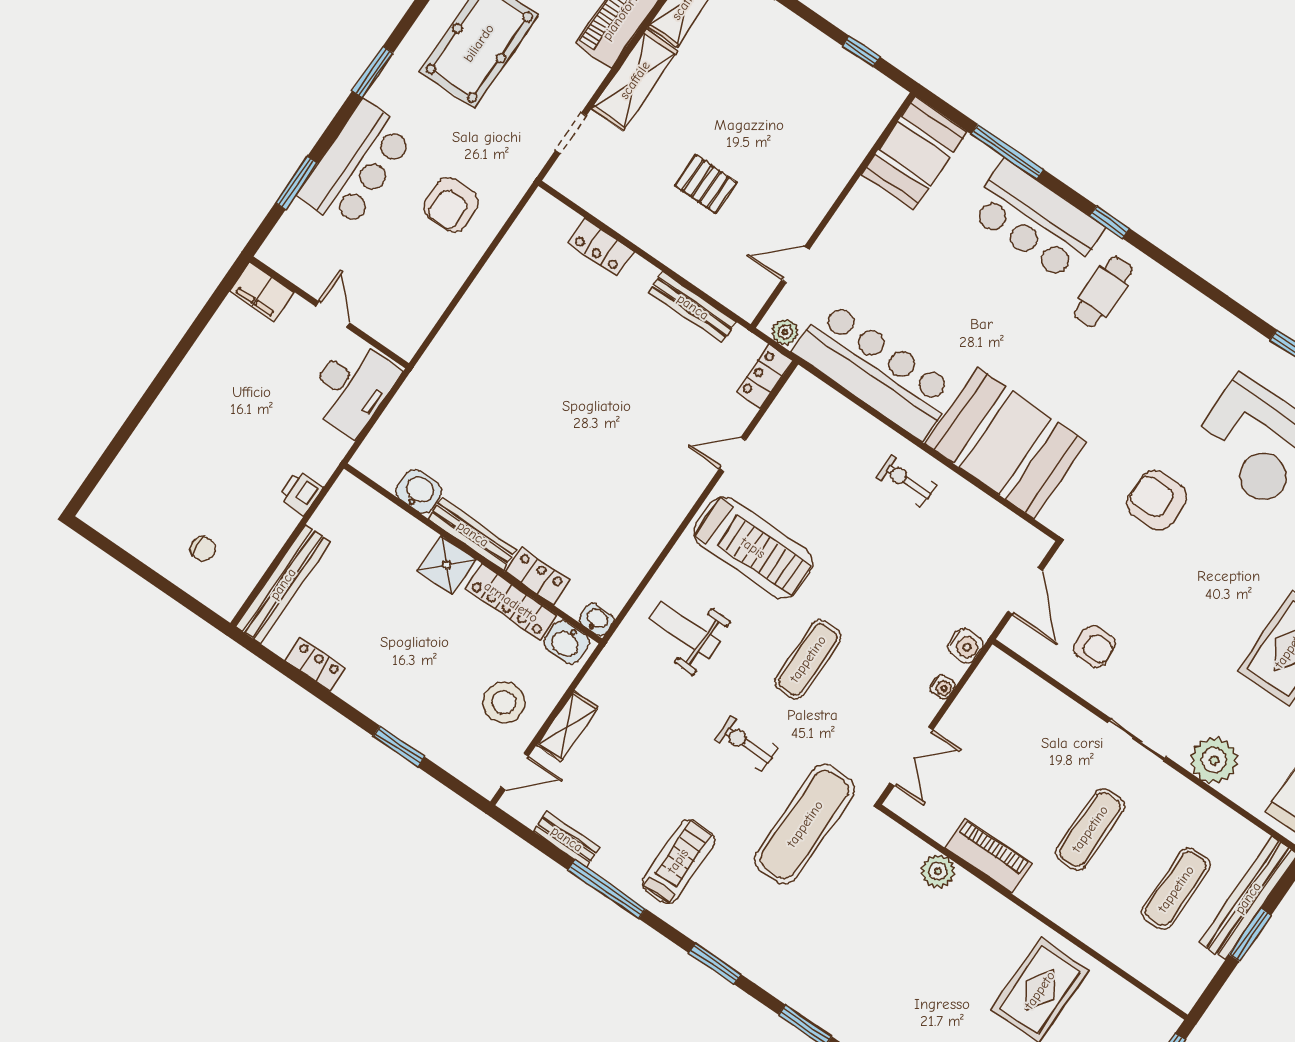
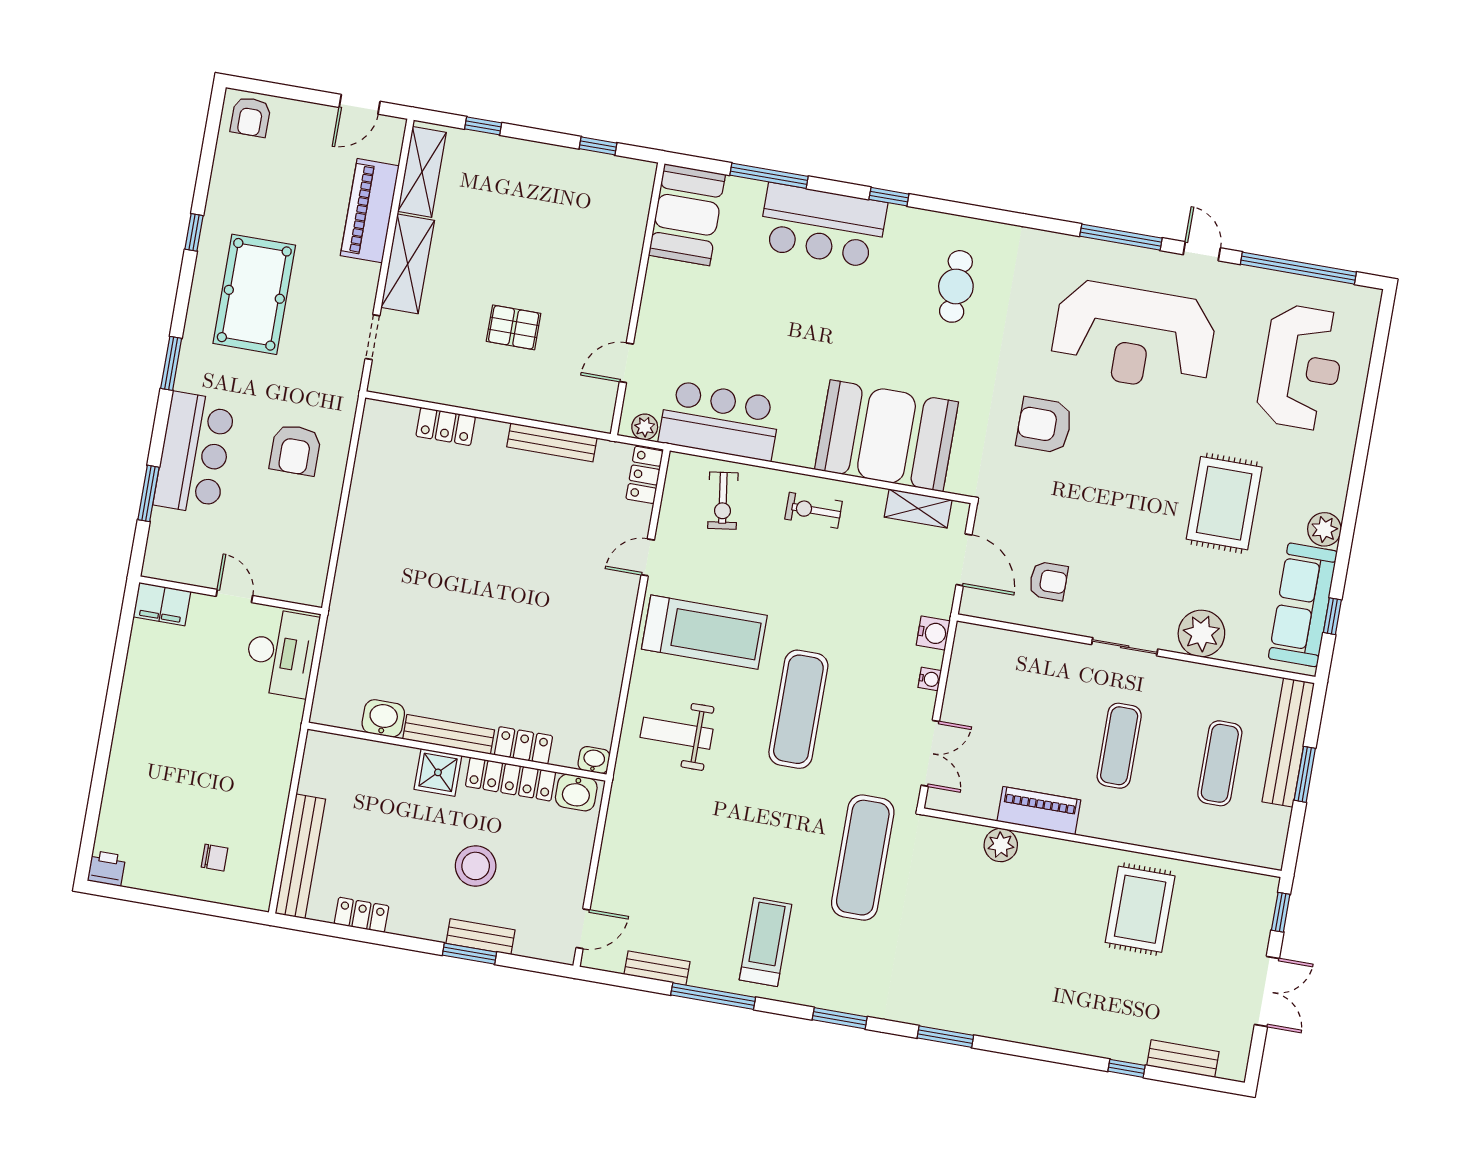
cafe table: (1103, 292) -> (956, 286), moved
bar counter: (875, 370) -> (720, 421), width x0.73
printer: (301, 493) -> (107, 868), moved, turned 90
exercise mat: (808, 659) -> (798, 709), width x1.36, depth x1.45
stool: (504, 702) -> (476, 866), moved
shelving: (567, 726) -> (918, 509), moved, turned 90
bench: (416, 735) -> (480, 937), added
exercise bike: (746, 744) -> (723, 501), moved, turned -98

